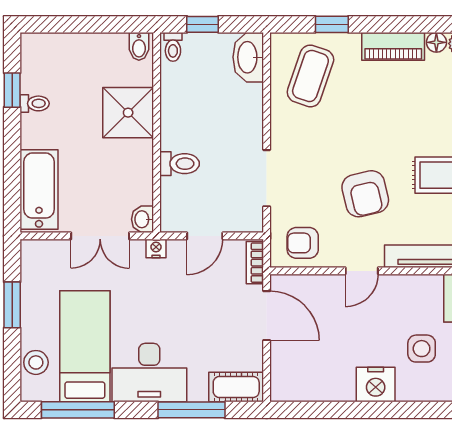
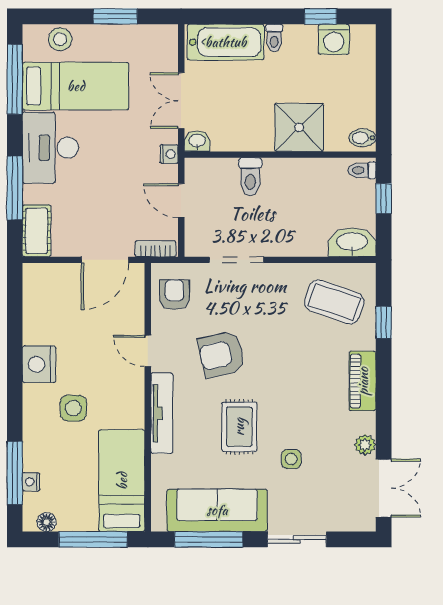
floor lamp: (436, 42) -> (366, 422), removed
washing machine: (36, 76) -> (334, 39), added
toilet: (35, 103) -> (274, 38), moved

